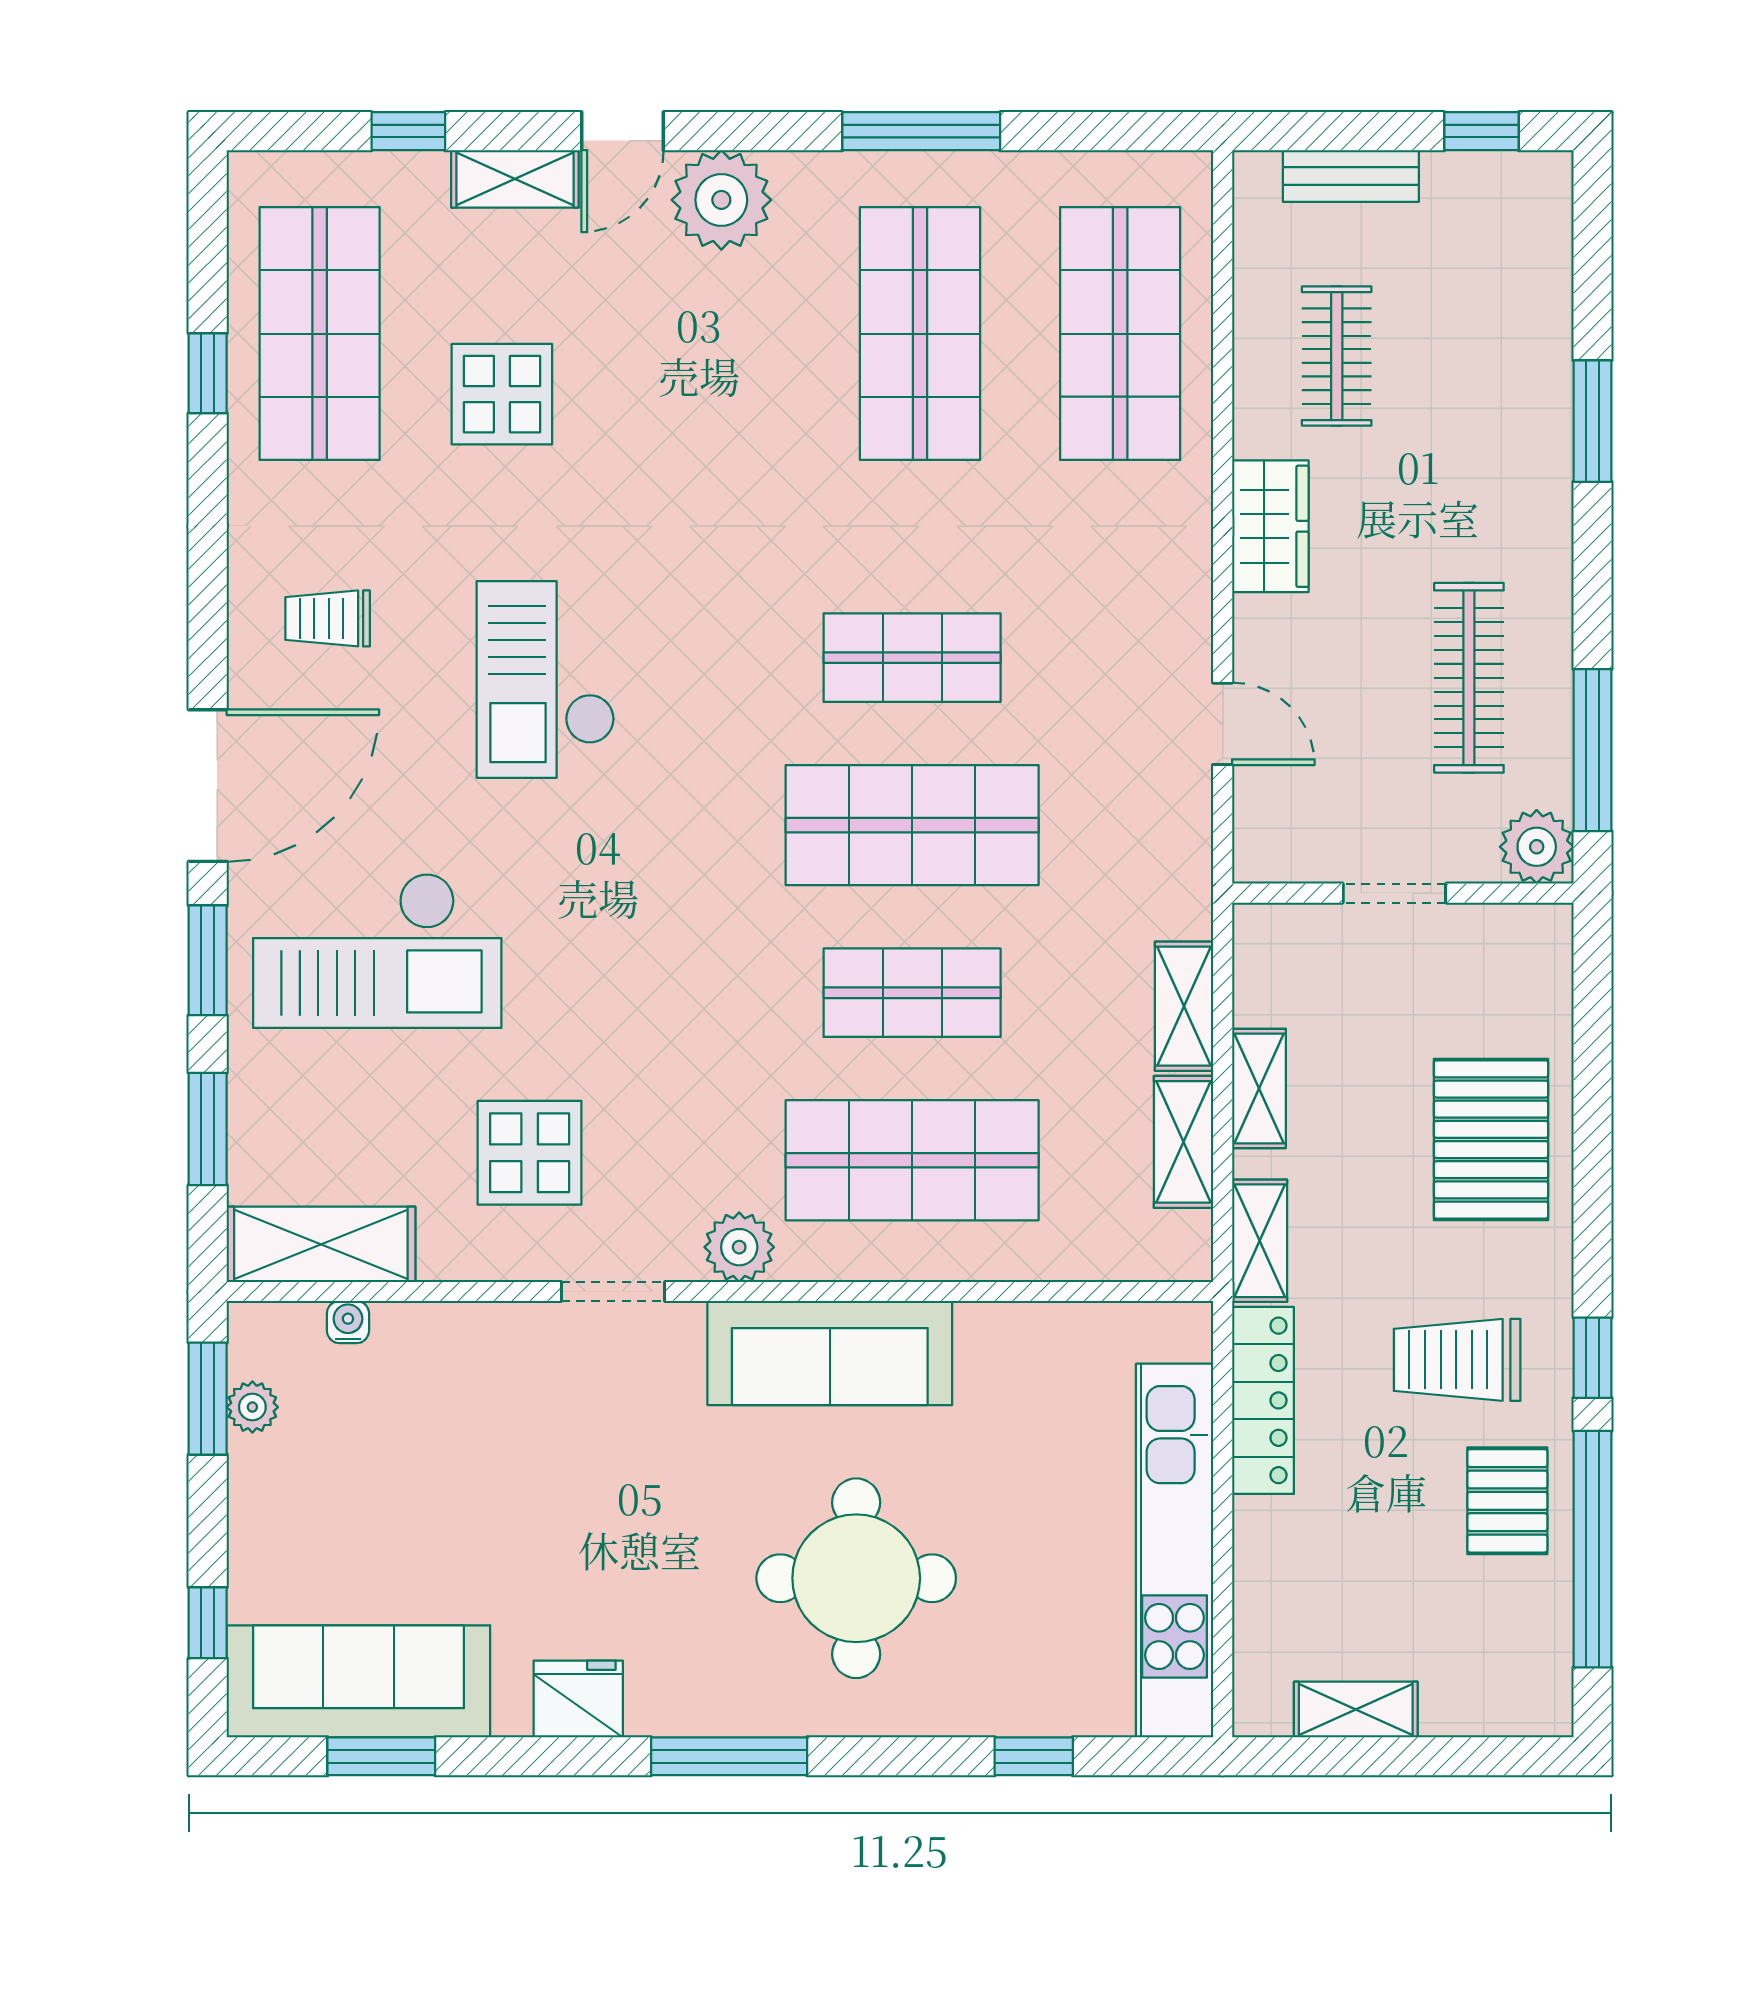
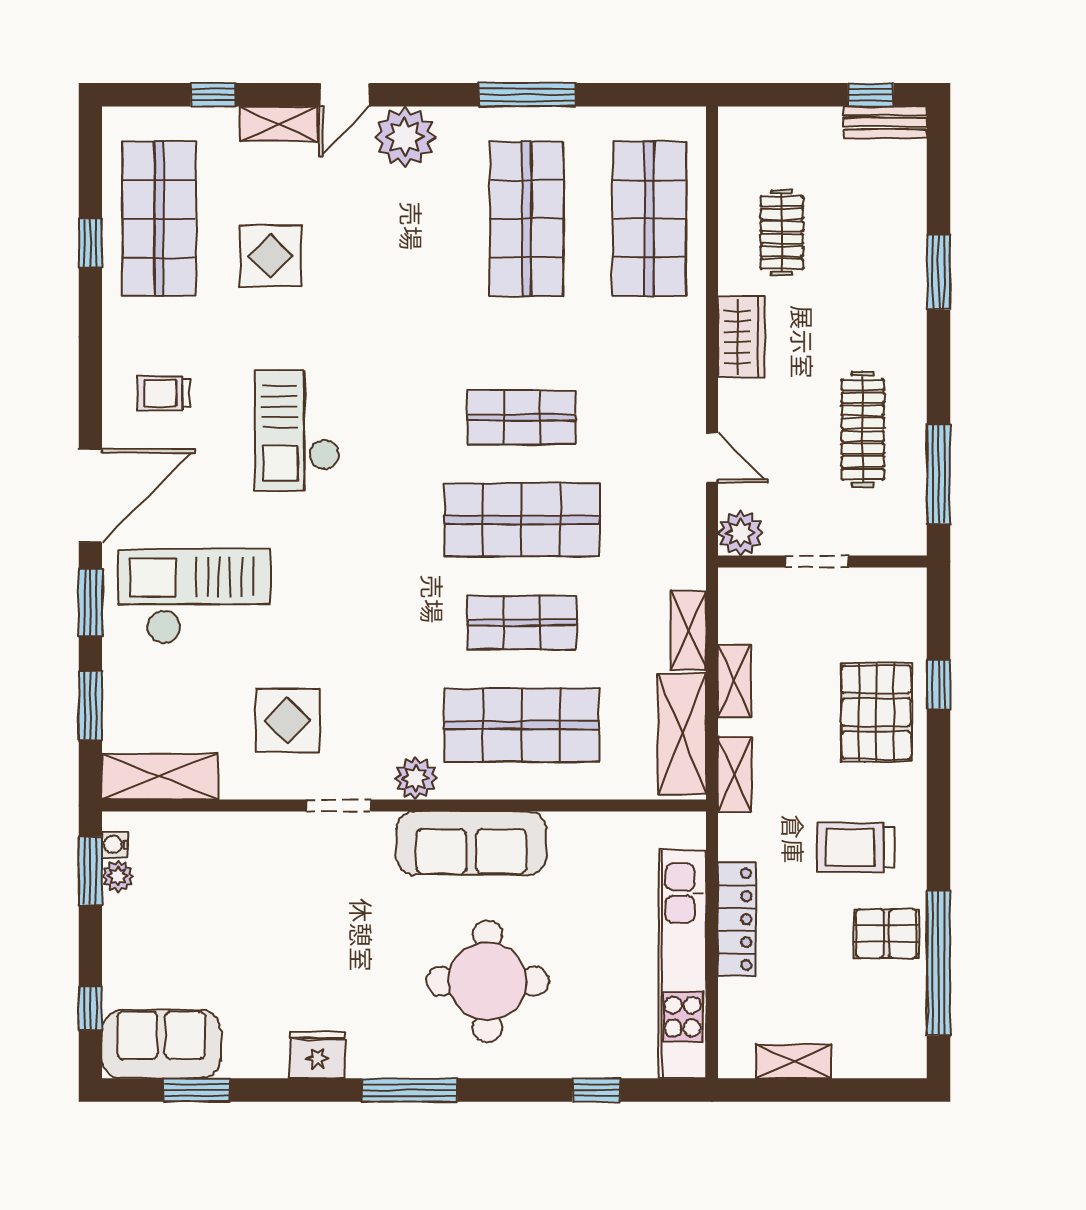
bench: (1351, 176) -> (885, 122), moved
plant: (1537, 847) -> (740, 533), moved
checkout: (377, 950) -> (194, 597), turned 180
shelving: (1183, 1142) -> (682, 734), width x1.50, depth x1.33
water cooler: (348, 1322) -> (115, 844), moved, turned -90
window: (1593, 1358) -> (939, 684), moved
locker: (1263, 1400) -> (737, 919), moved
pallet: (1507, 1501) -> (886, 934), turned 90
sofa: (358, 1681) -> (161, 1044), width x0.73

